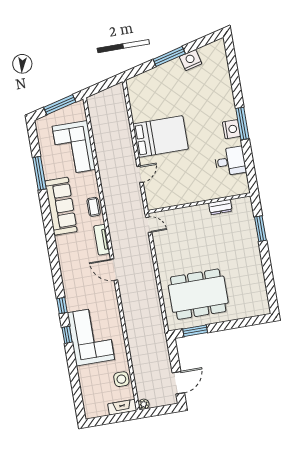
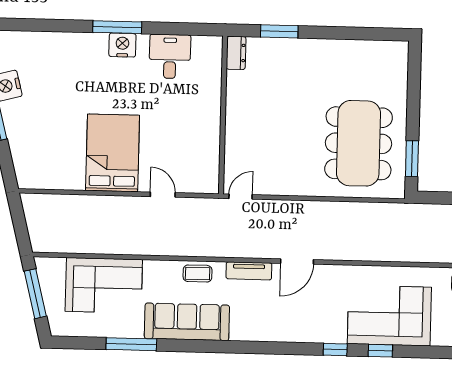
dresser: (220, 207) -> (236, 53), moved

